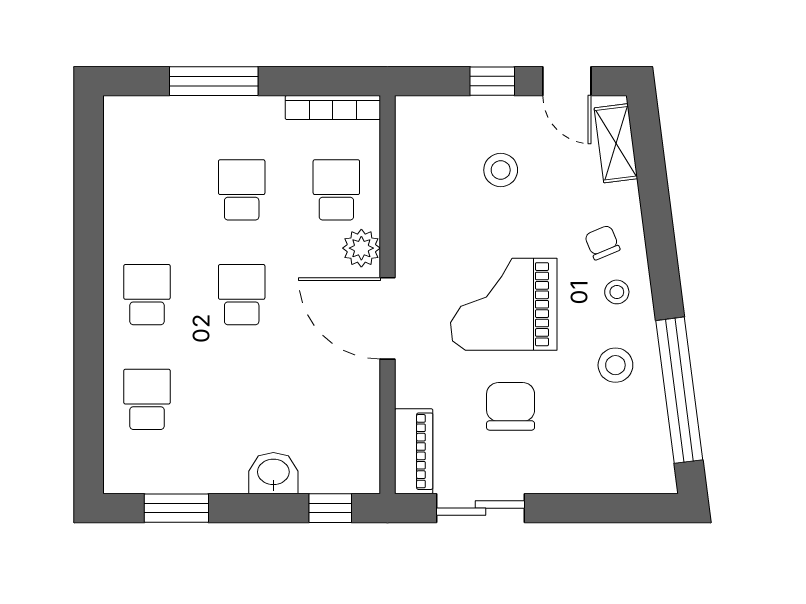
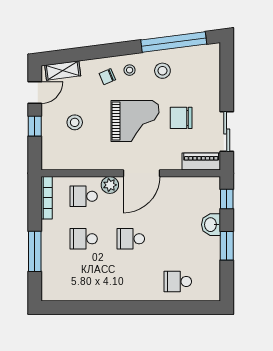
school desk: (147, 295) -> (131, 281), removed
grand piano: (504, 304) -> (135, 121), turned -90
window: (176, 508) -> (227, 246), moved

